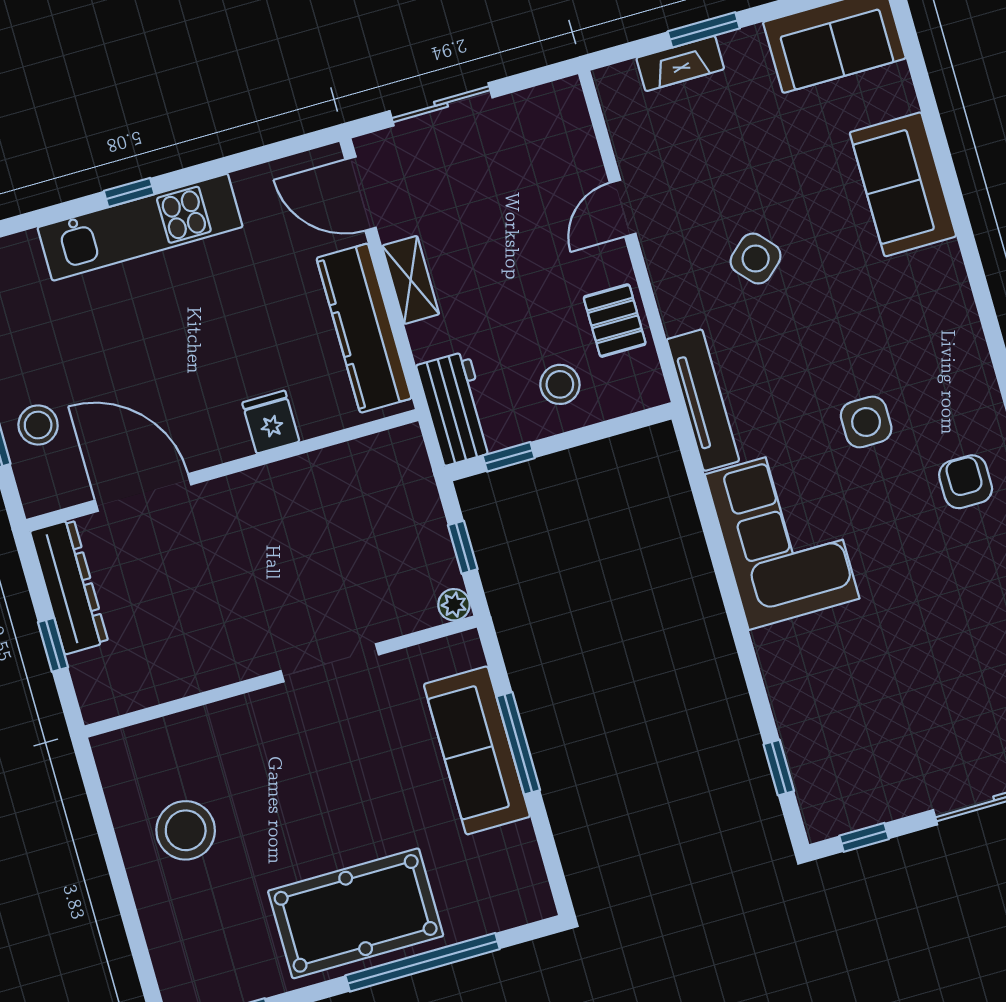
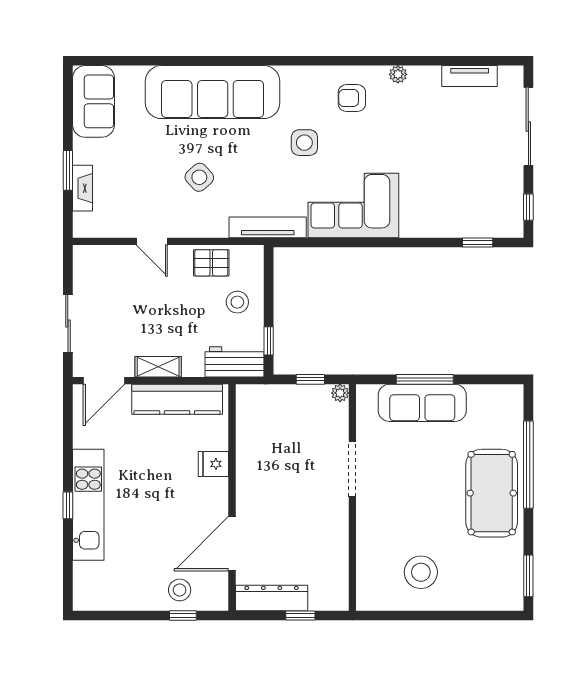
sofa: (903, 184) -> (213, 92), width x1.85, depth x1.27

